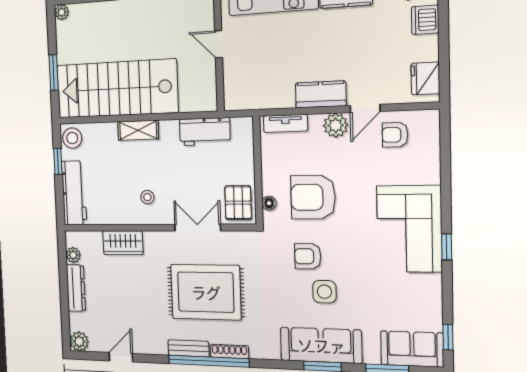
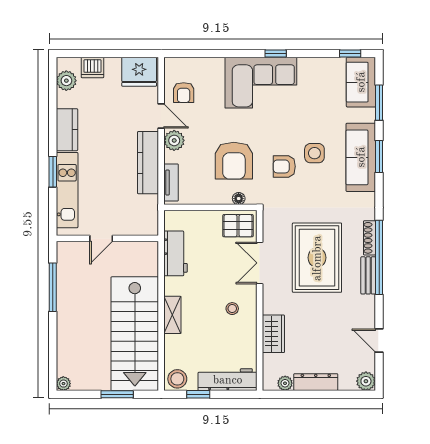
fridge: (425, 79) -> (139, 72), width x1.36, depth x1.34
kitchen counter: (321, 94) -> (148, 163), width x1.50
armchair: (308, 256) -> (284, 166), turned 90

